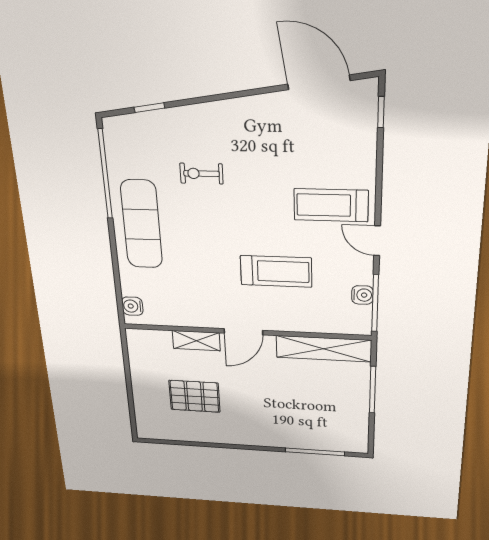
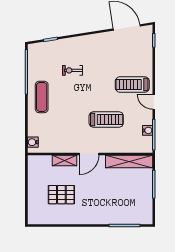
exercise mat: (142, 224) -> (42, 97), width x0.73, depth x0.69

